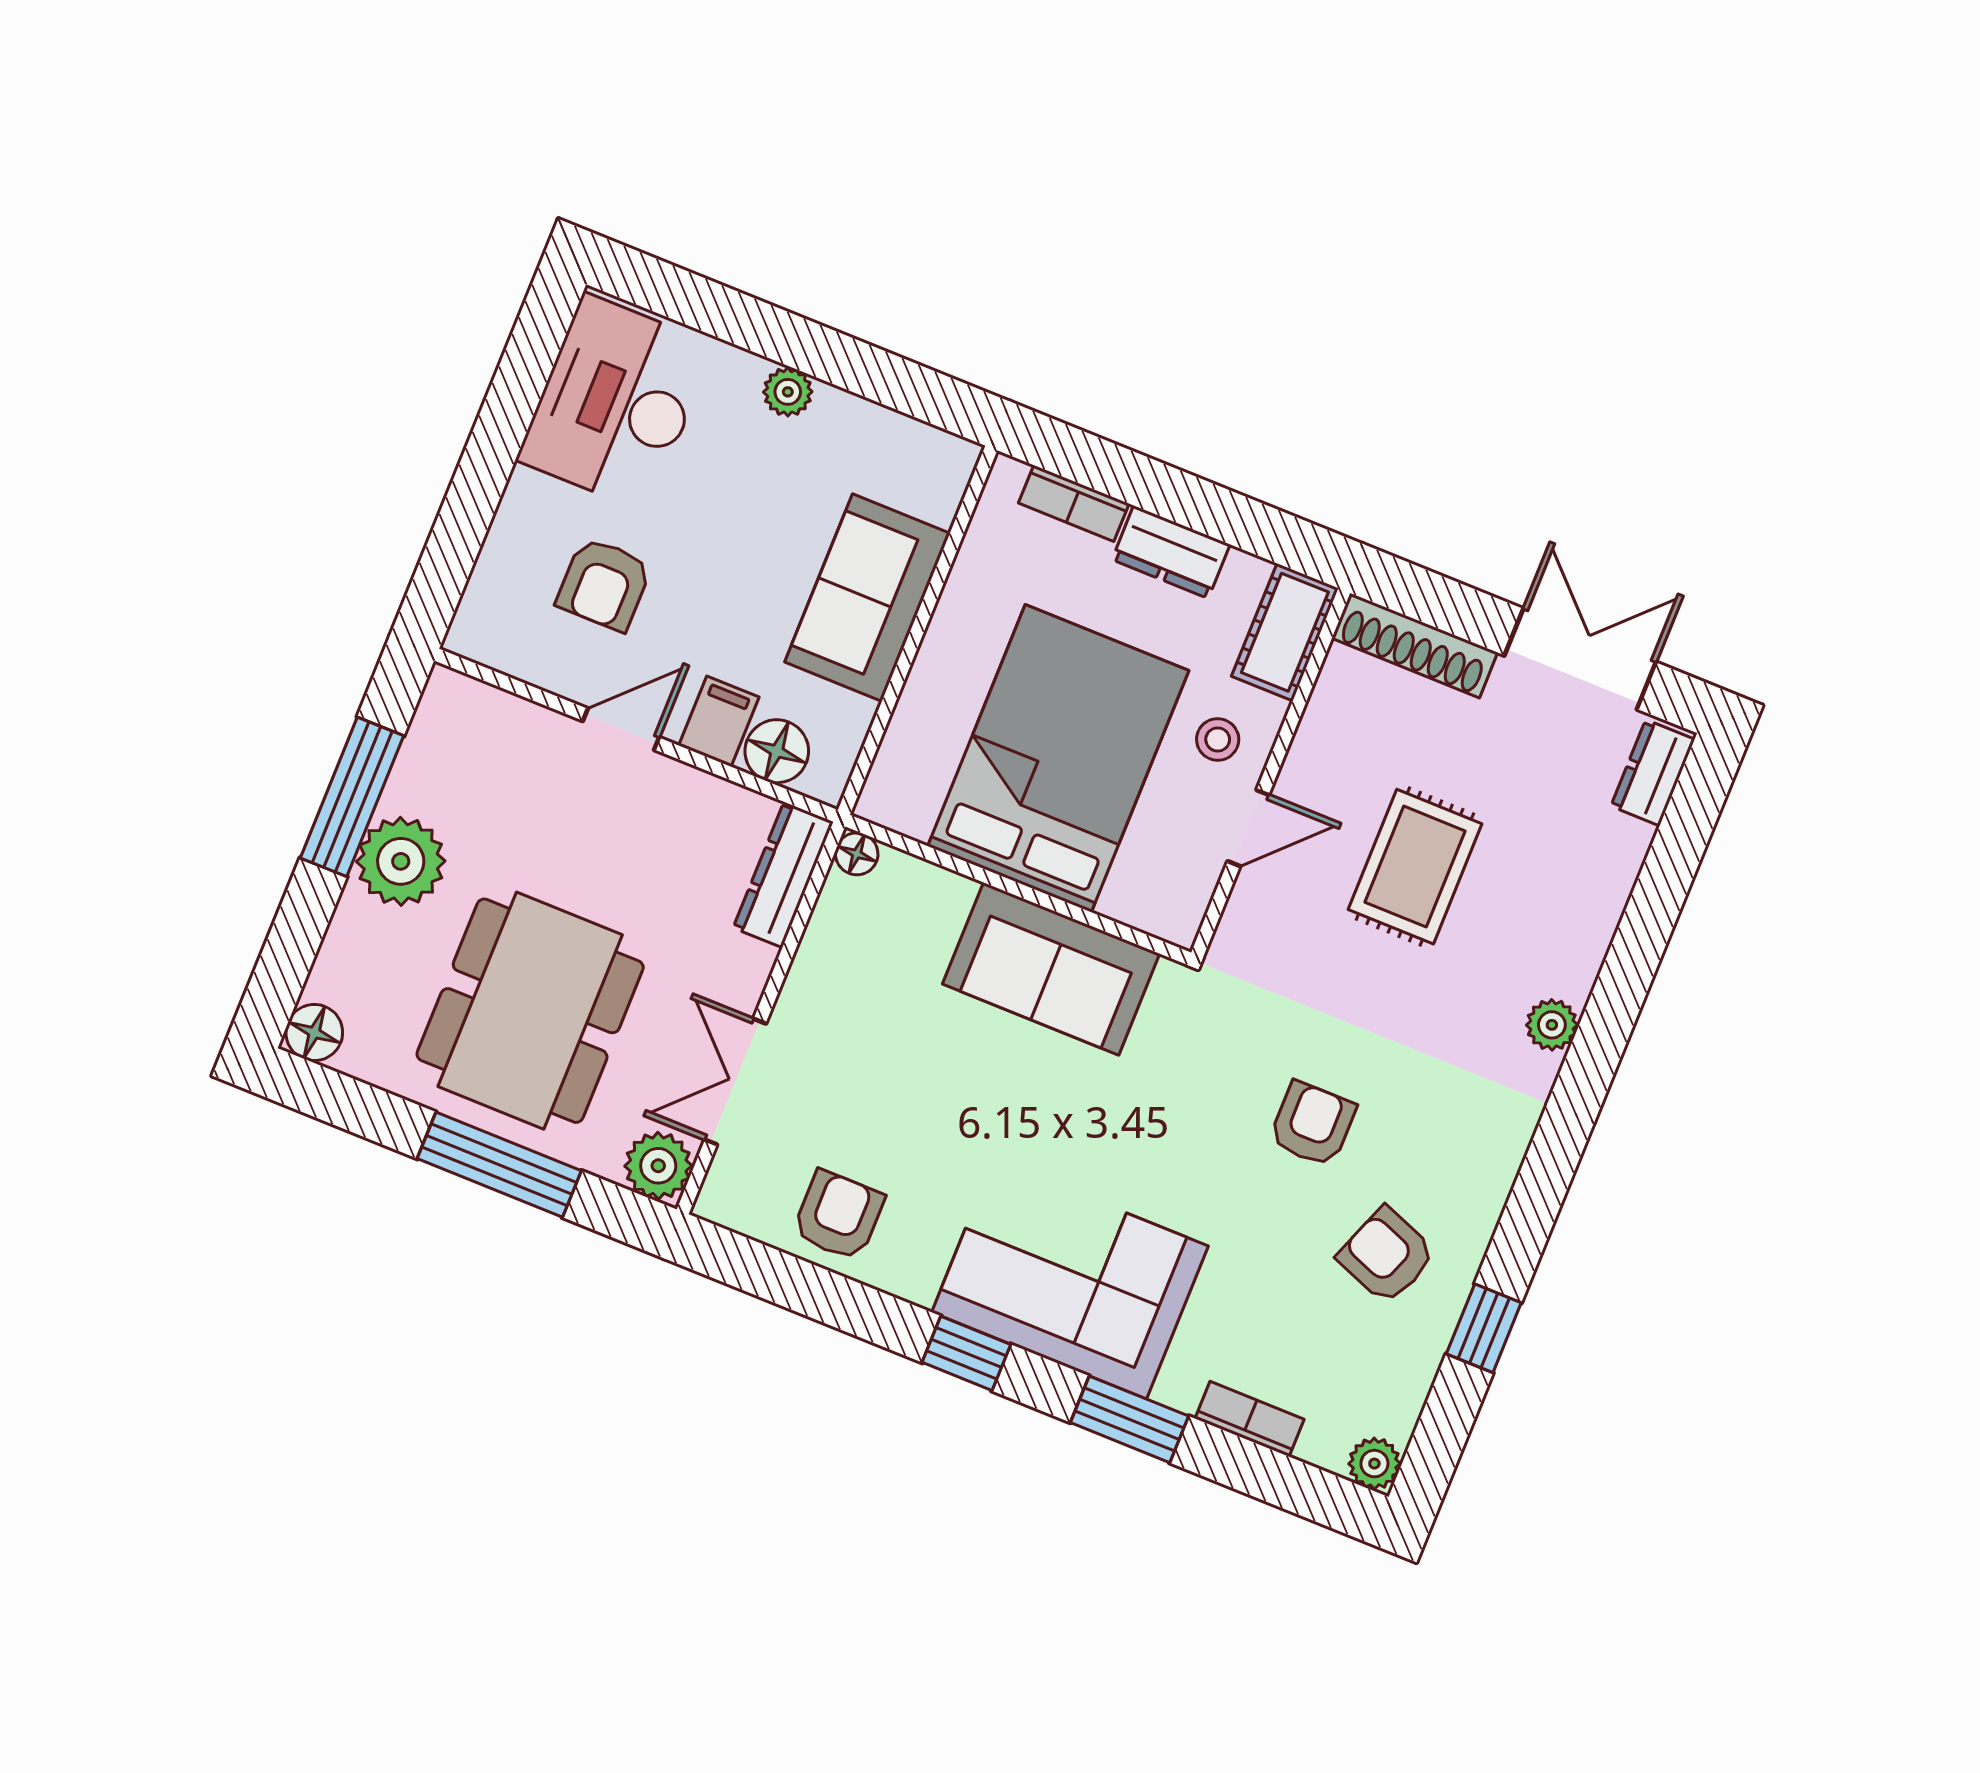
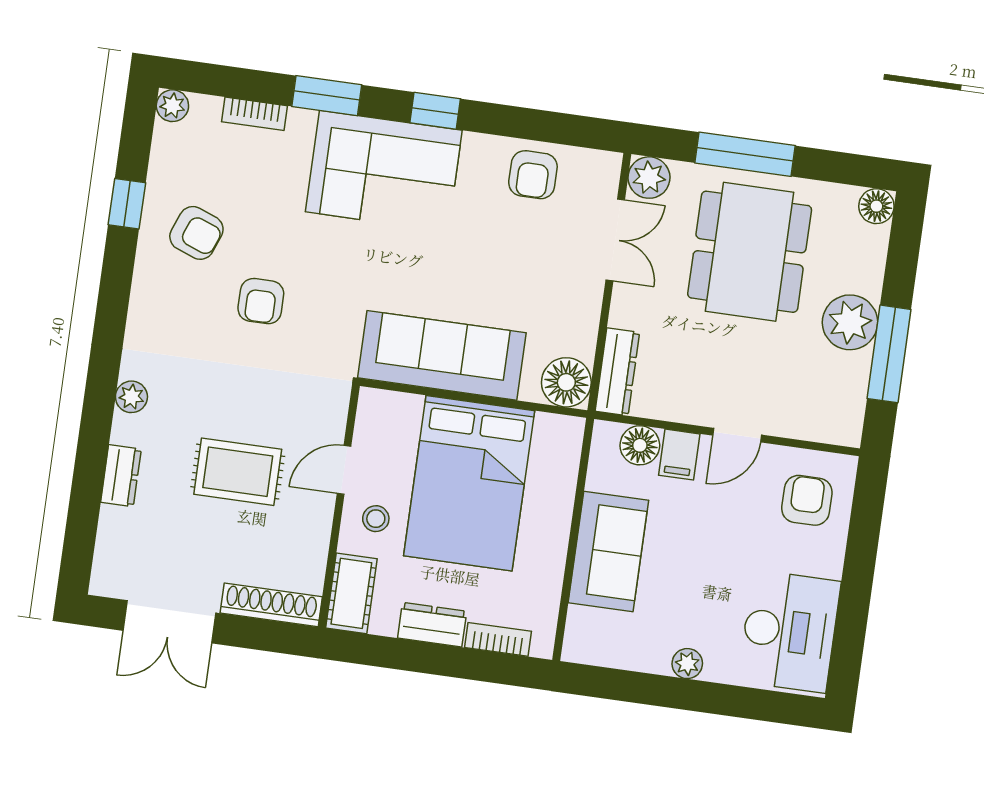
armchair: (604, 584) -> (807, 500), moved
dresser: (1653, 773) -> (121, 476), moved
floor lamp: (857, 854) -> (566, 382), width x1.89, depth x1.89
rug: (1415, 867) -> (238, 472), turned 90
sofa: (1051, 969) -> (442, 355), width x1.36

